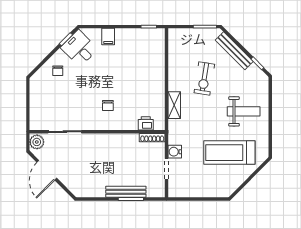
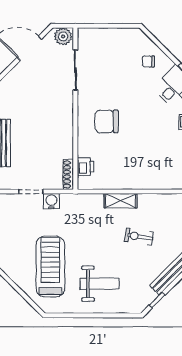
exercise bike: (204, 78) -> (139, 237), width x0.73, depth x0.72
shelving: (174, 105) -> (121, 201), moved
chair: (108, 106) -> (107, 121), width x1.87, depth x1.87
weight bench: (244, 111) -> (100, 284), turned -90

